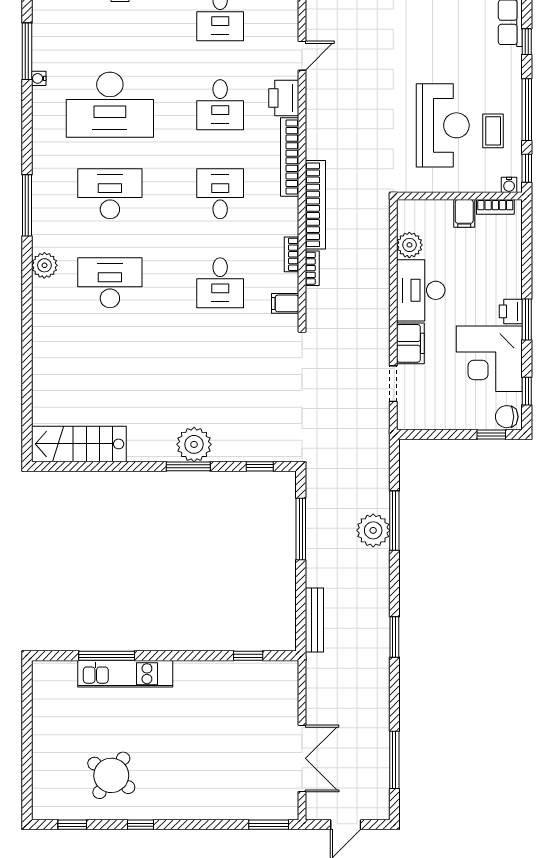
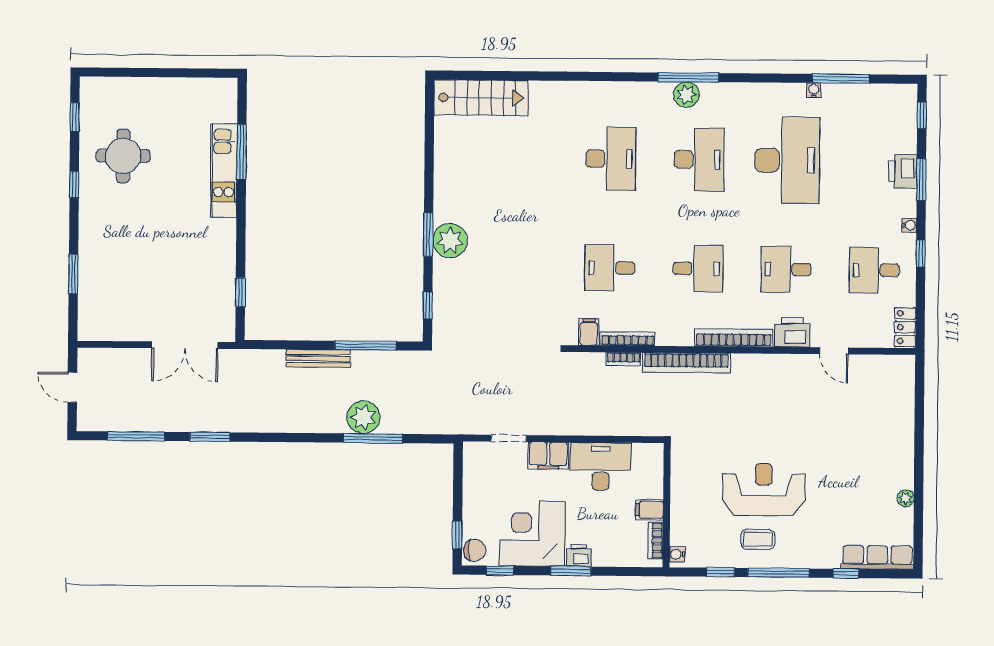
desk: (110, 105) -> (787, 160), turned 180
reception desk: (443, 125) -> (764, 490), turned 180
water cooler: (509, 185) -> (677, 554), moved
wall: (459, 196) -> (667, 505), moved
bookcase: (495, 207) -> (655, 541), moved
filing cabinet: (464, 213) -> (649, 510), moved
plant: (409, 245) -> (646, 456), removed
bookcase: (292, 254) -> (628, 339), width x1.56
plant: (44, 265) -> (686, 95), moved
chair: (507, 417) -> (475, 550), turned 90
stairs: (79, 444) -> (481, 98), moved, turned 90
bench: (314, 620) -> (318, 359), moved
window: (394, 637) -> (210, 437), moved
double door: (302, 758) -> (185, 345), moved
round table: (111, 775) -> (123, 156), turned -35
window: (269, 825) -> (73, 274), moved

